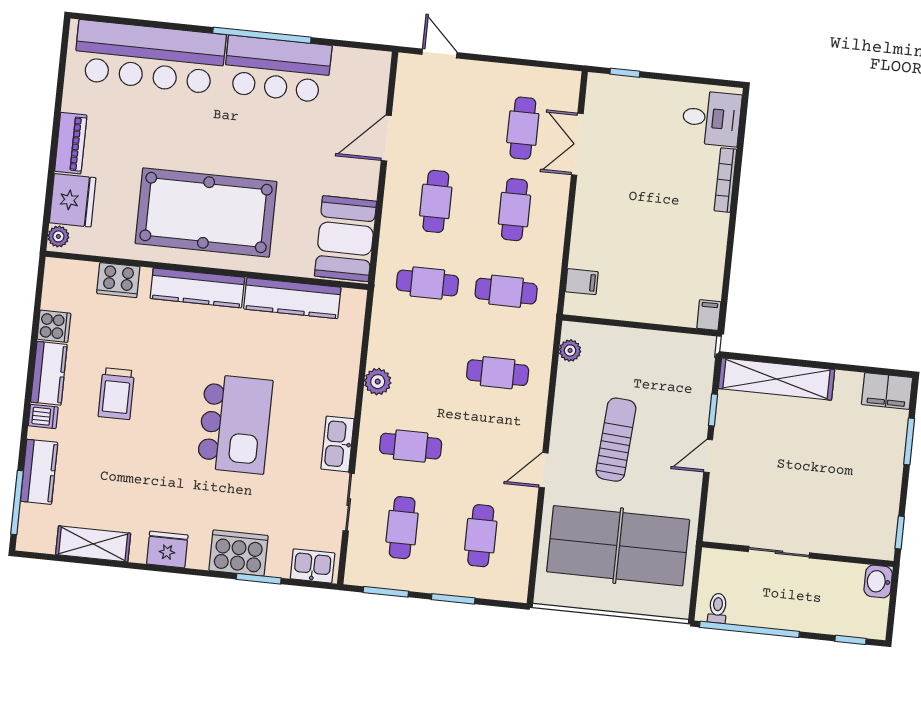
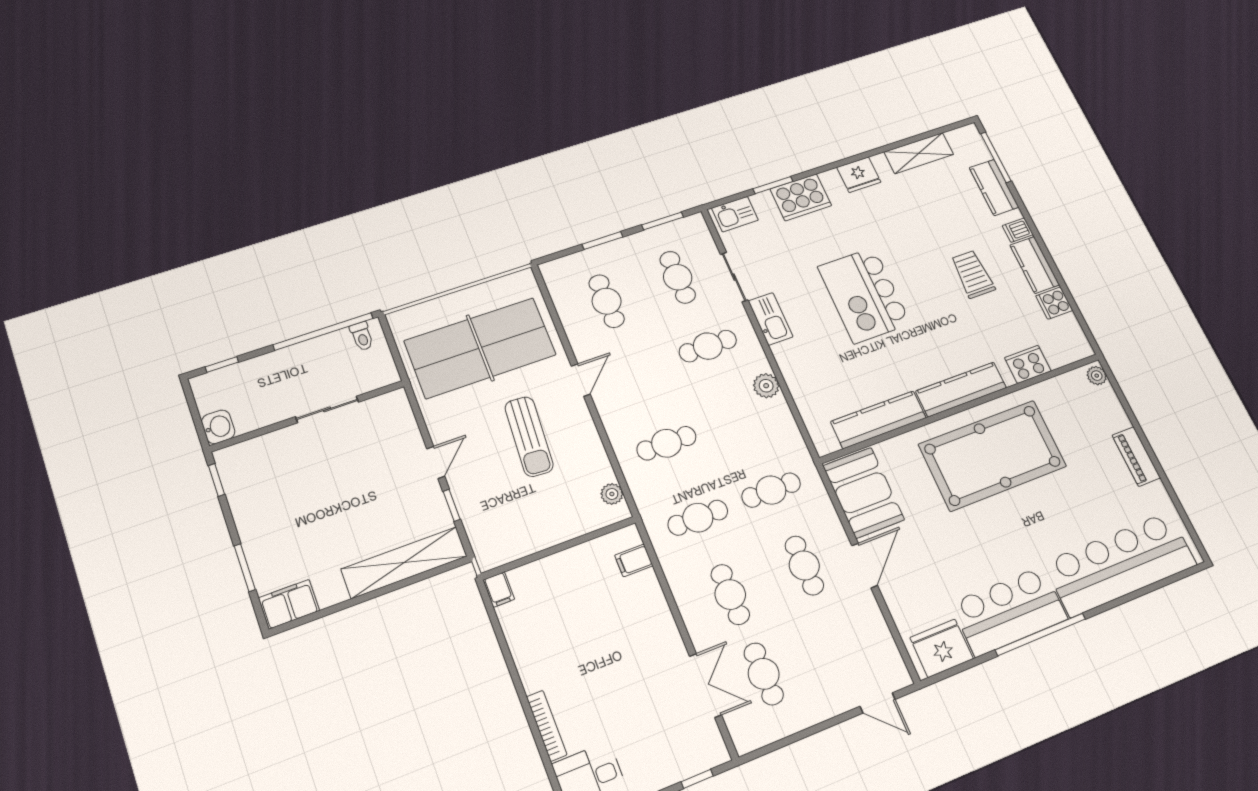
door: (386, 138) -> (865, 566), moved
fridge: (73, 200) -> (942, 648), moved, turned 90

